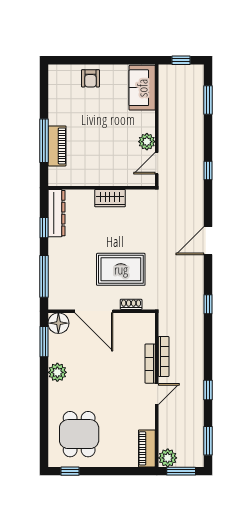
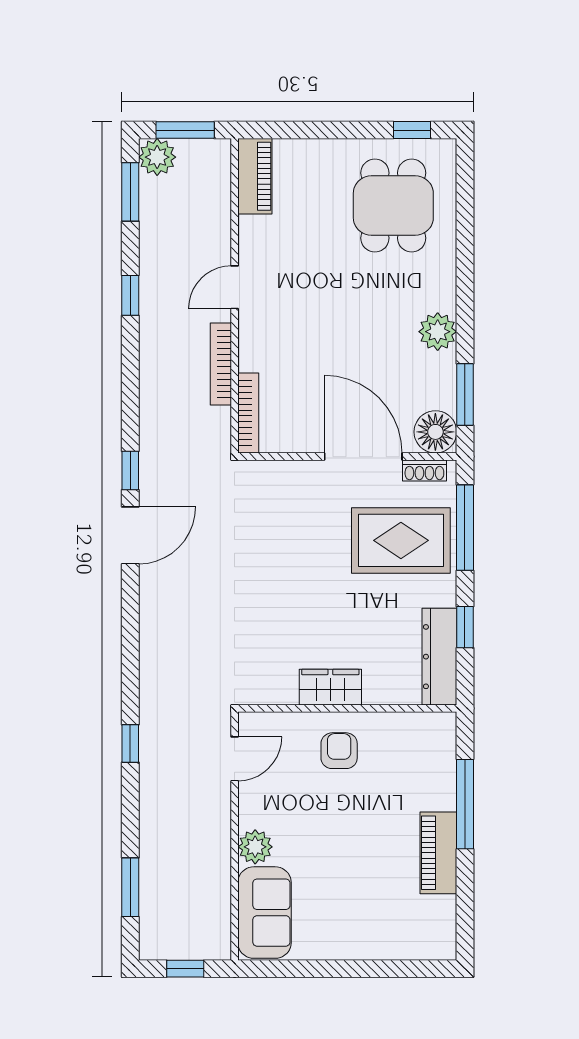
armchair: (90, 78) -> (339, 751), moved
plant: (147, 142) -> (255, 847), moved
piano: (57, 146) -> (438, 853), moved
door: (208, 241) -> (130, 535), moved
rug: (121, 269) -> (401, 540), moved
shoe rack: (131, 304) -> (424, 470), moved
bookcase: (150, 364) -> (248, 413), moved
plant: (168, 458) -> (157, 157), moved

